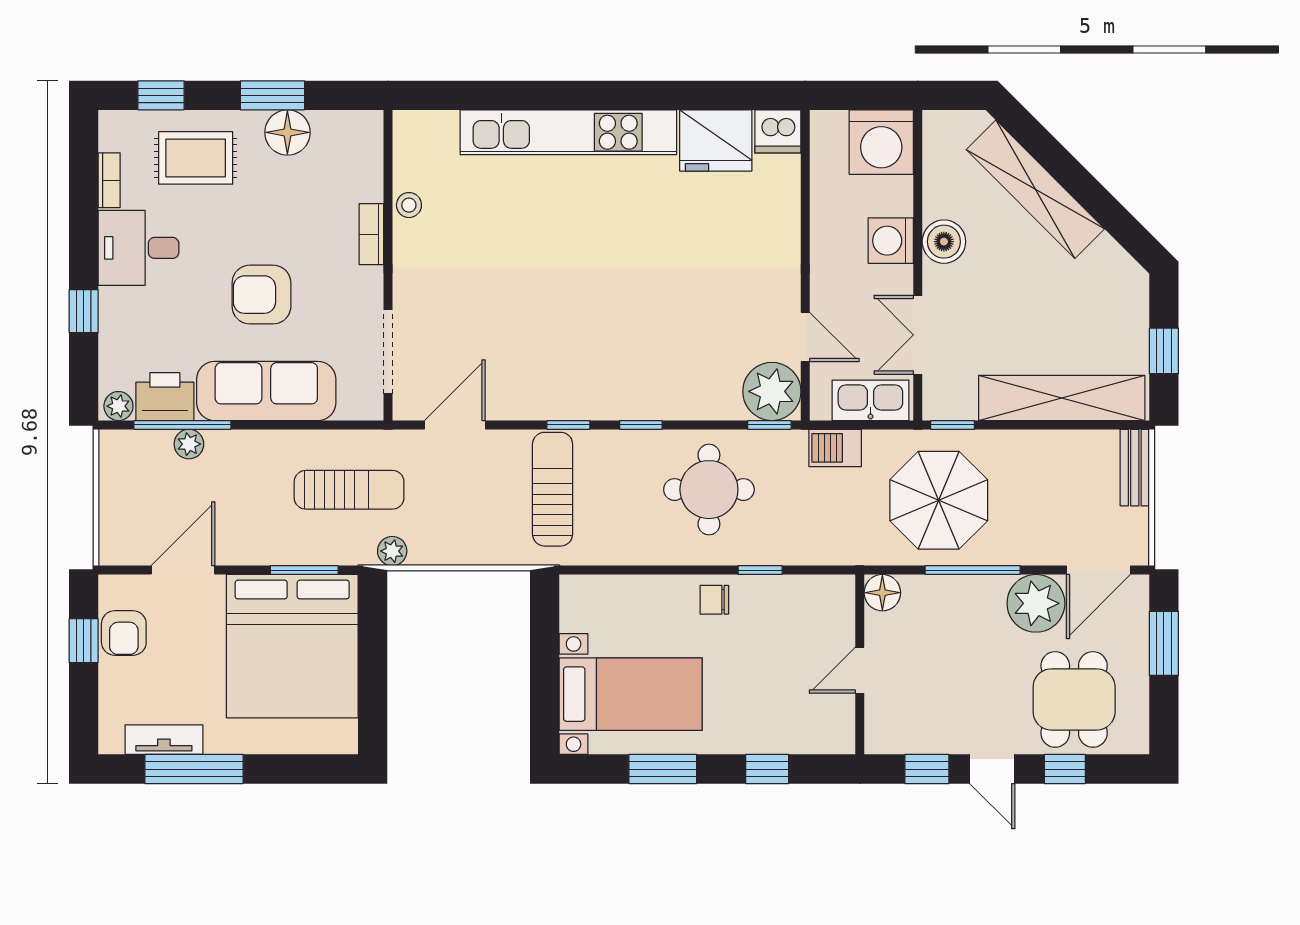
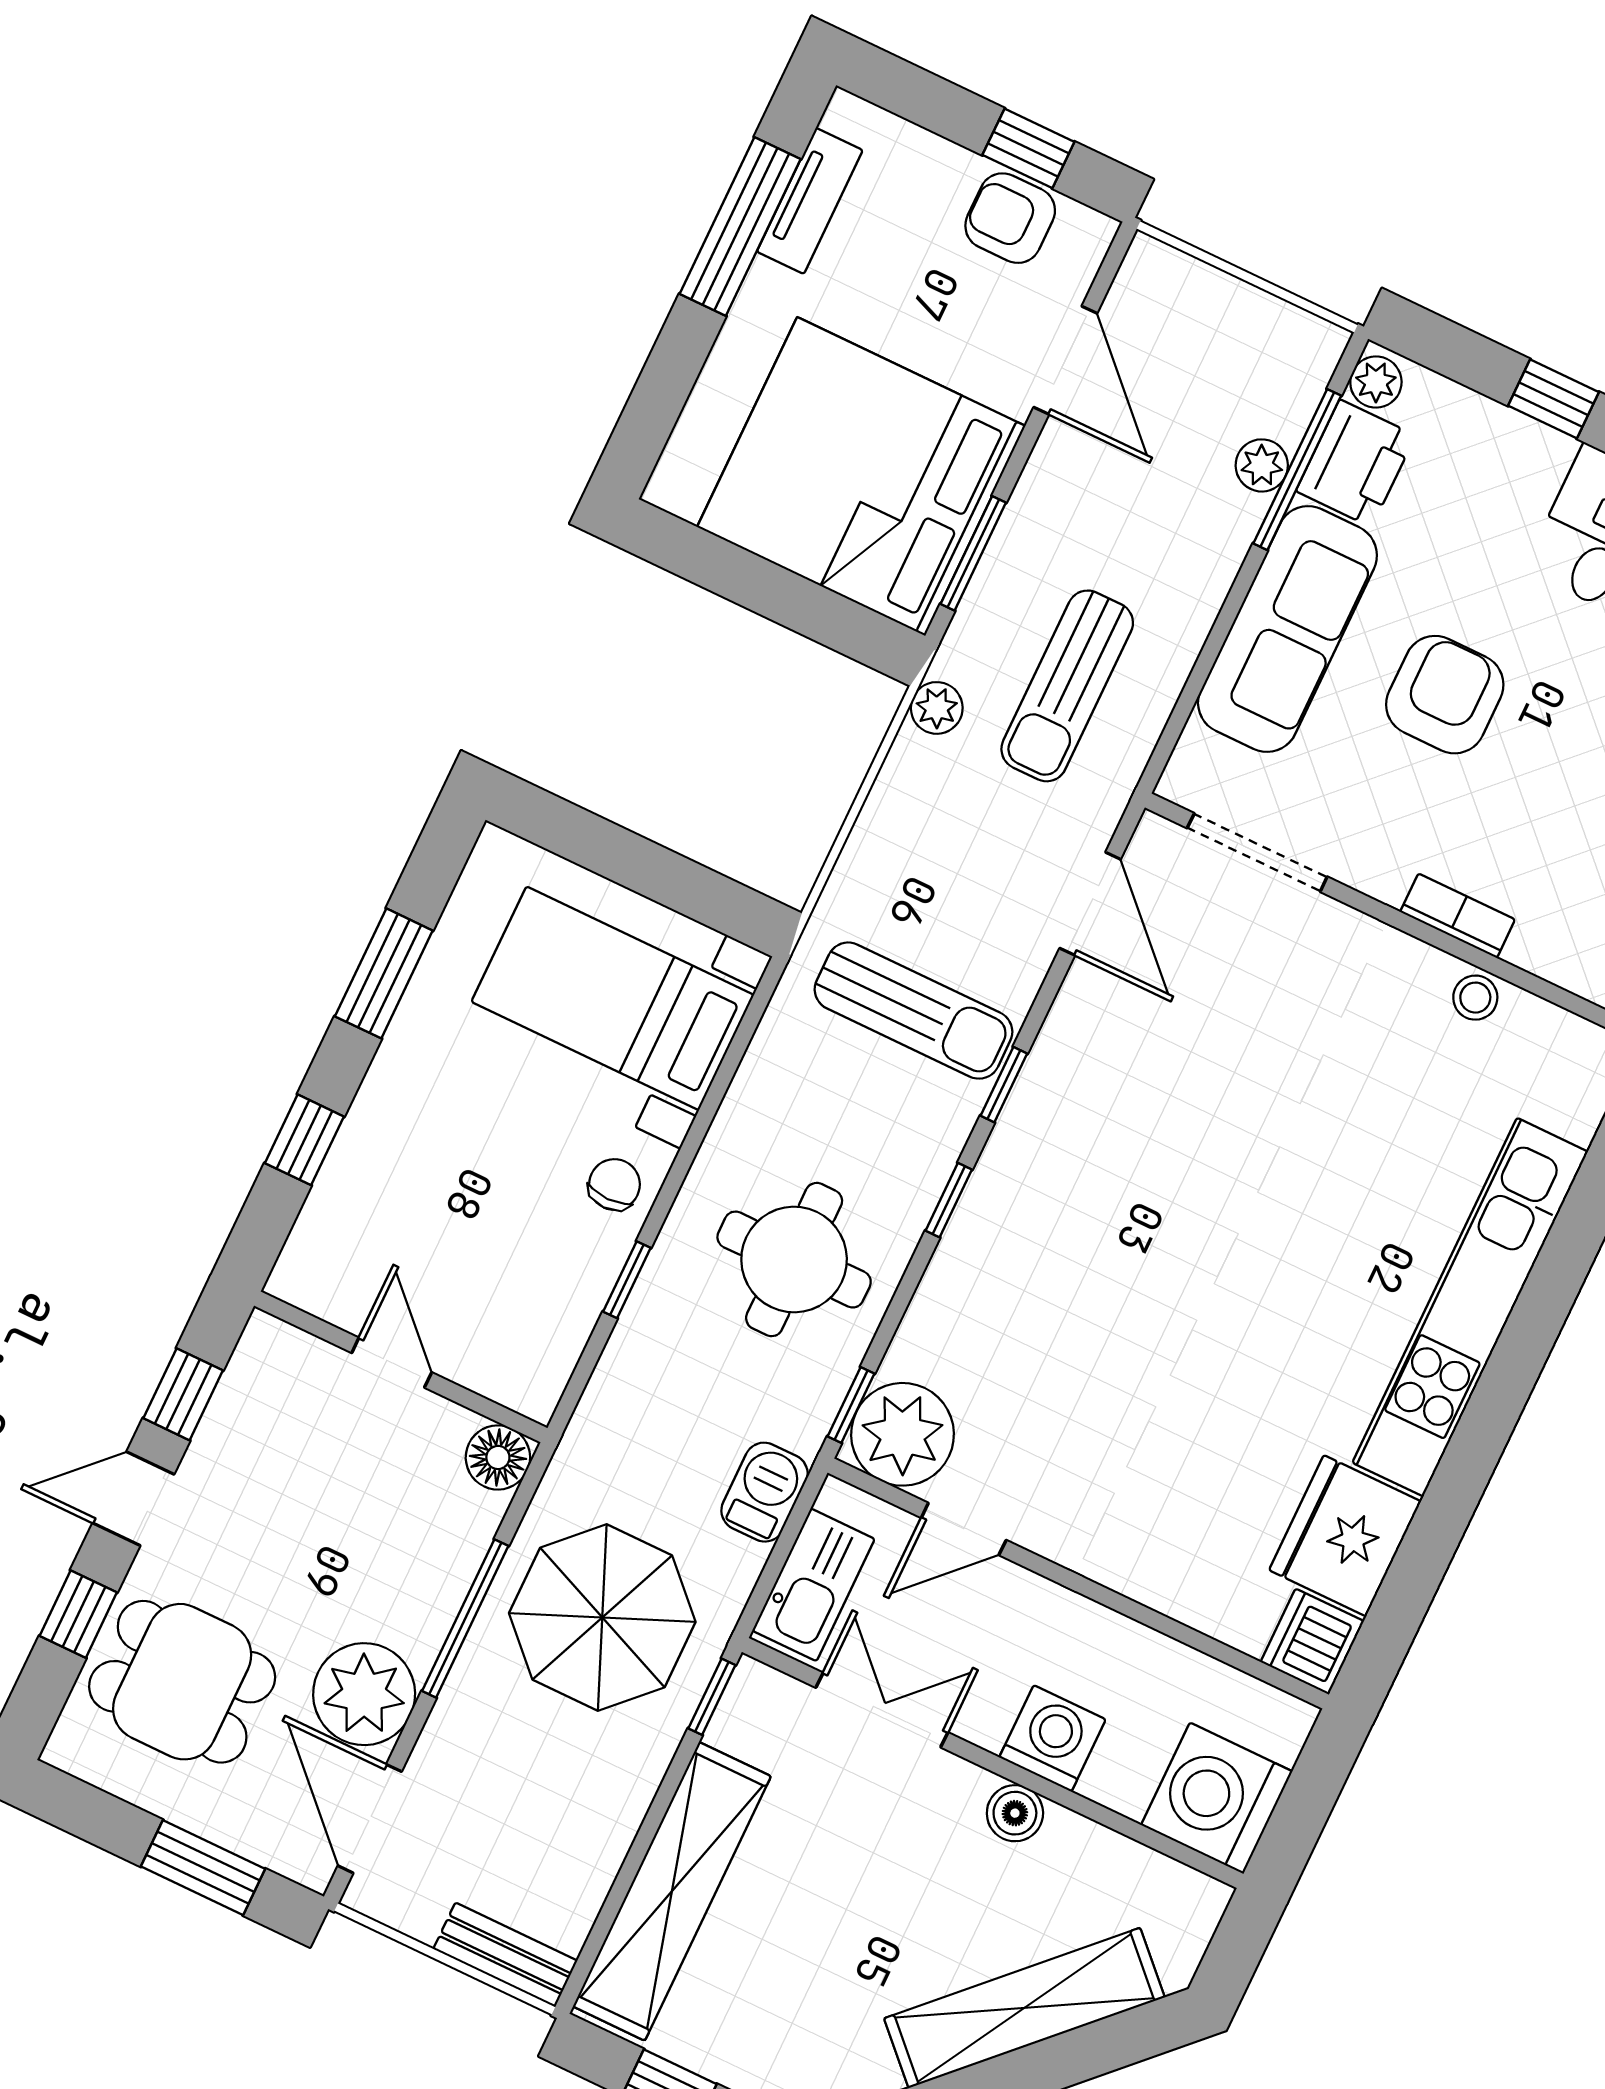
boiler: (944, 242) -> (1015, 1813), width x0.73, depth x0.73
bed with nightstands: (631, 694) -> (613, 998), moved, turned 90

